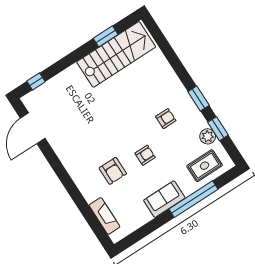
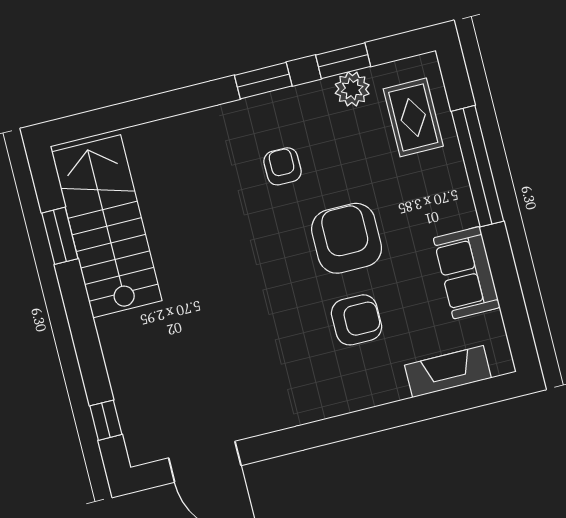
armchair: (145, 155) -> (347, 238), width x1.88, depth x1.88
sofa: (164, 199) -> (467, 273), moved

